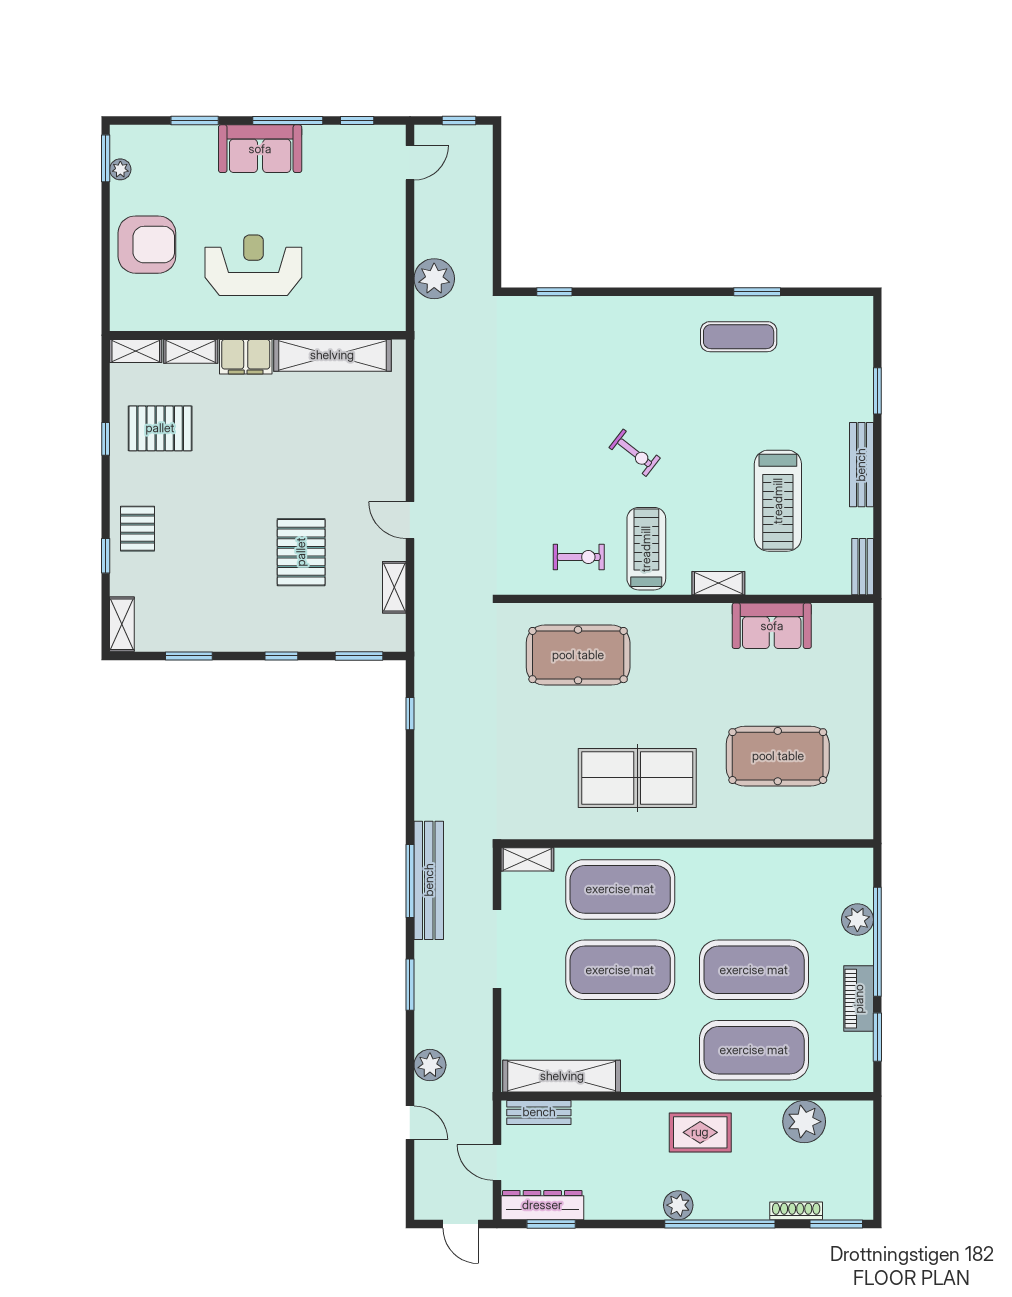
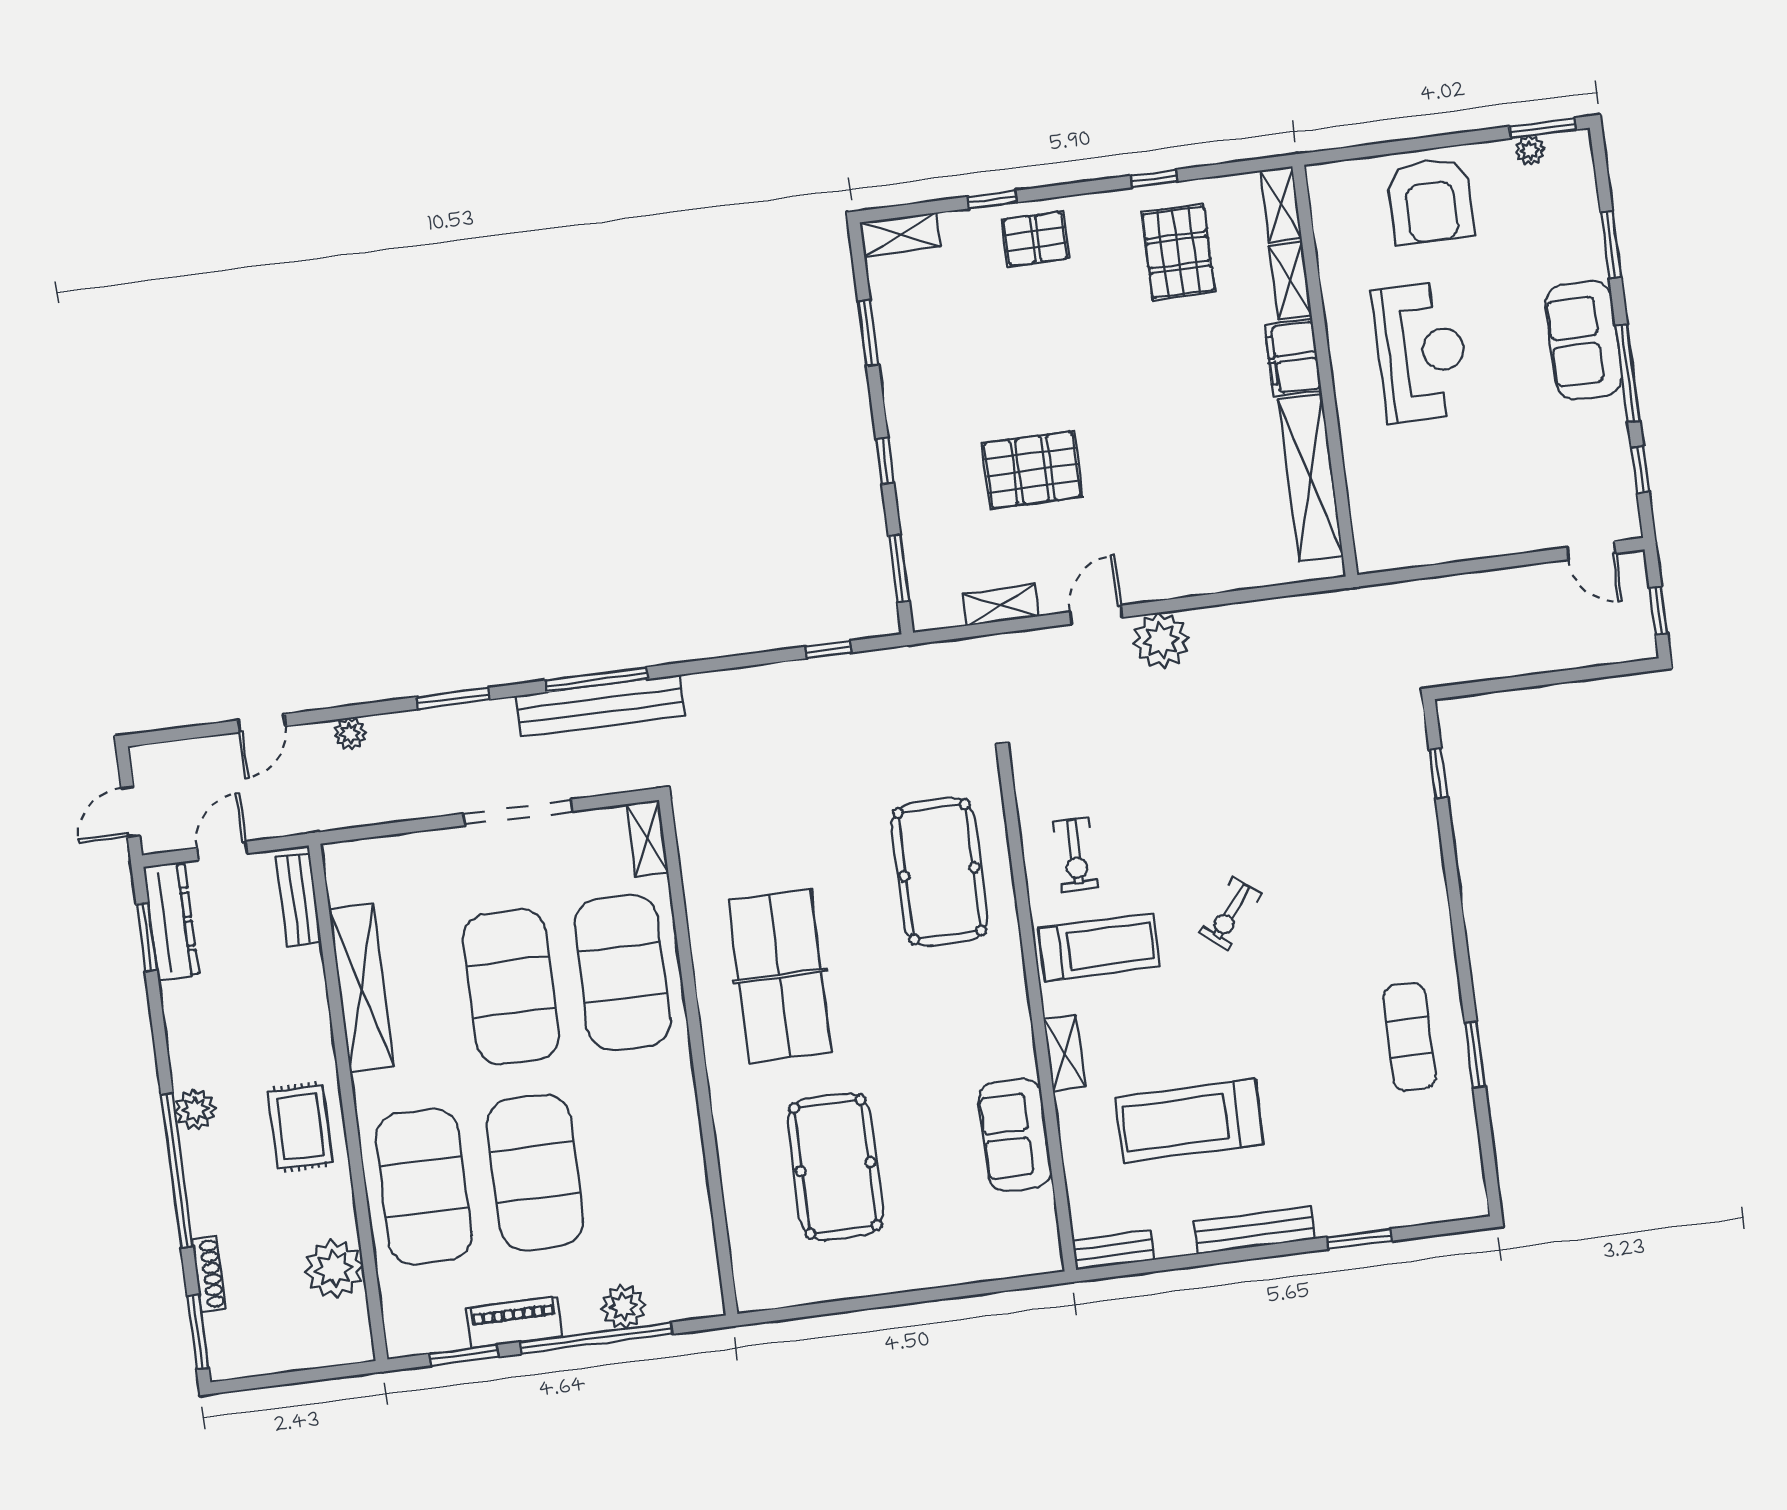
plant: (434, 279) -> (1161, 640), moved
plant: (430, 1065) -> (350, 734), width x0.73, depth x0.73
shelving: (562, 1076) -> (361, 988), moved

